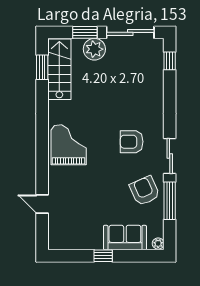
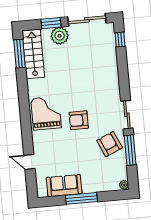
window: (42, 67) -> (20, 54), width x1.44
armchair: (132, 142) -> (79, 120), moved
sofa: (125, 238) -> (64, 186), moved
window: (103, 256) -> (81, 198), width x2.17

